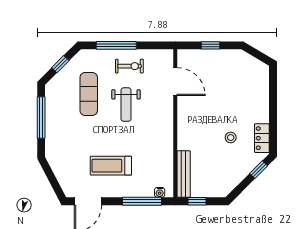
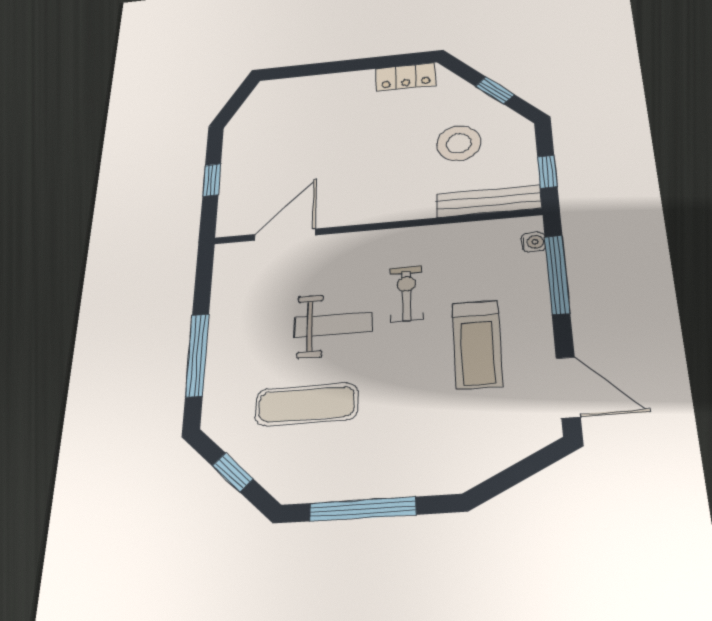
exercise bike: (129, 66) -> (407, 294), moved
stool: (231, 138) -> (459, 143), moved, width x1.89, depth x1.89
window: (259, 170) -> (495, 90), moved

